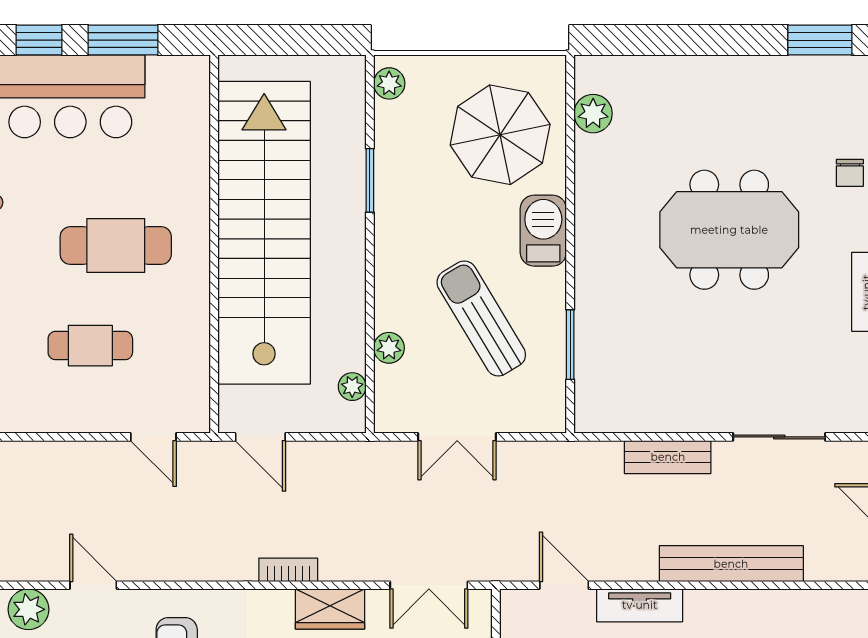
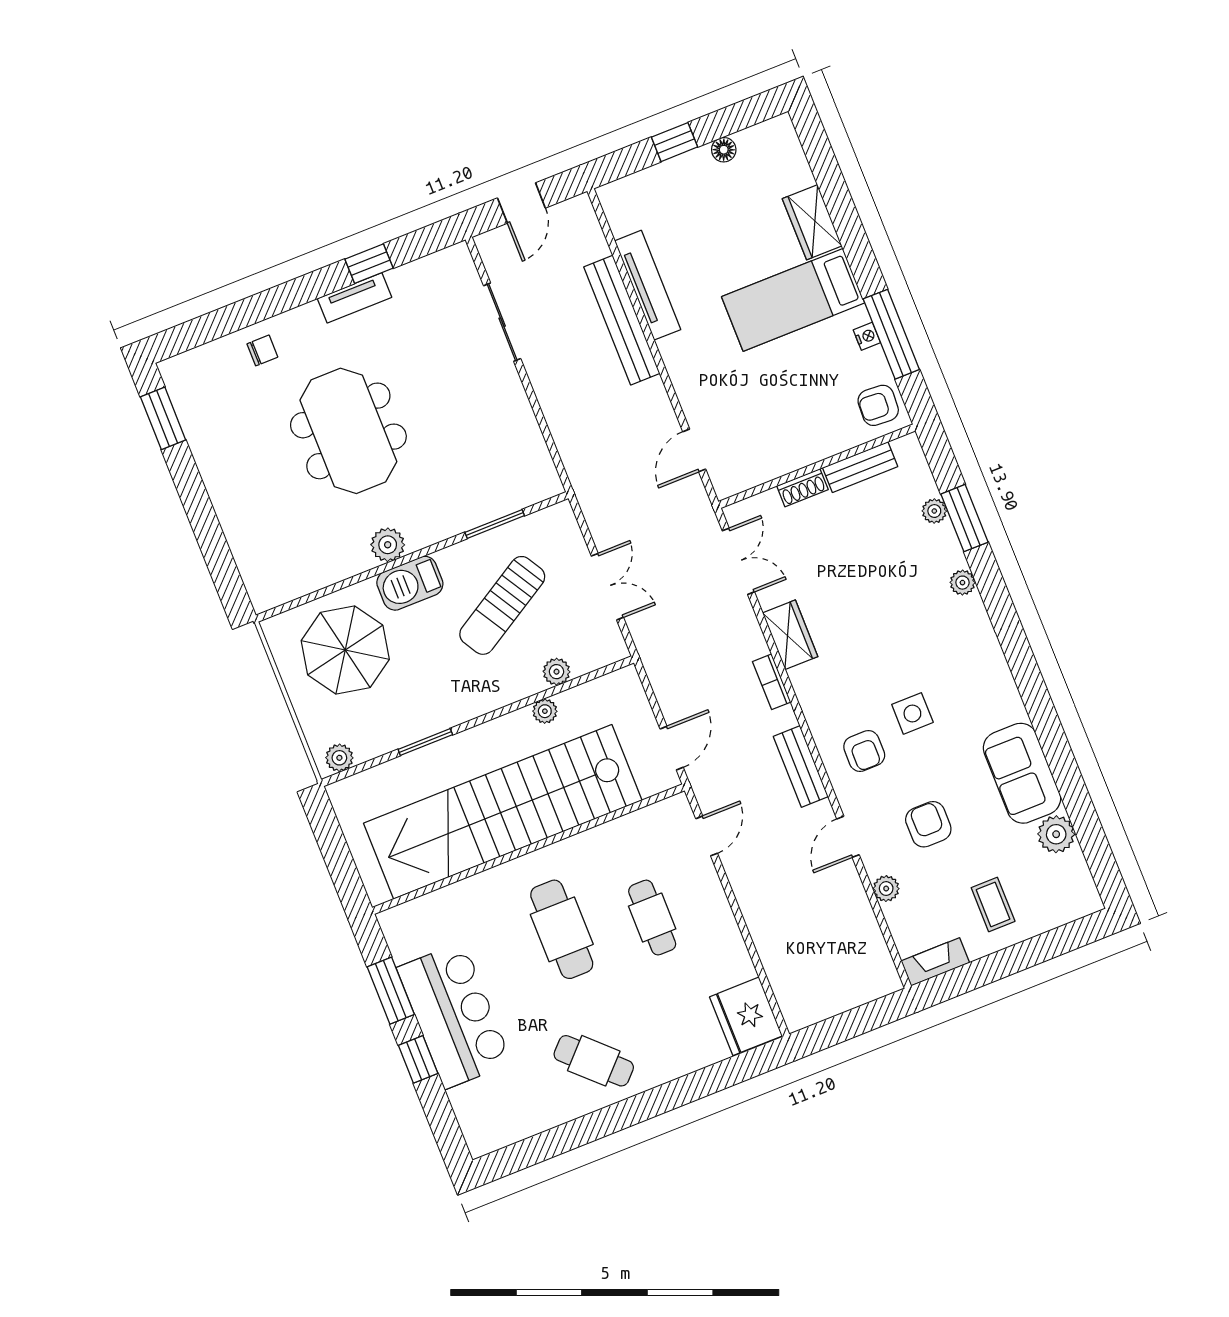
plant: (593, 114) -> (388, 545), moved
plant: (352, 387) -> (545, 711), moved
bench: (668, 457) -> (801, 767), moved
tv unit: (640, 605) -> (648, 285), moved, width x1.41
plant: (28, 609) -> (886, 889), width x0.73, depth x0.73

